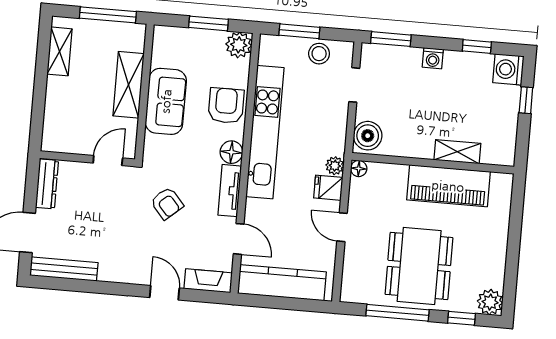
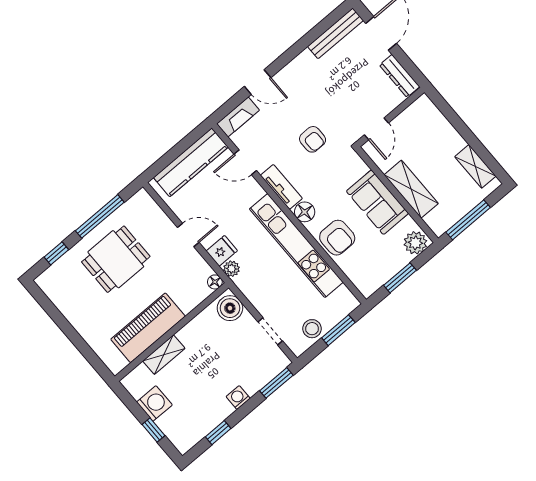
plant: (239, 45) -> (415, 243), moved
washing machine: (508, 69) -> (154, 403), moved
armchair: (167, 203) -> (313, 139), turned -139
dining table: (419, 266) -> (116, 259), width x0.73
plant: (490, 302) -> (49, 281), removed

